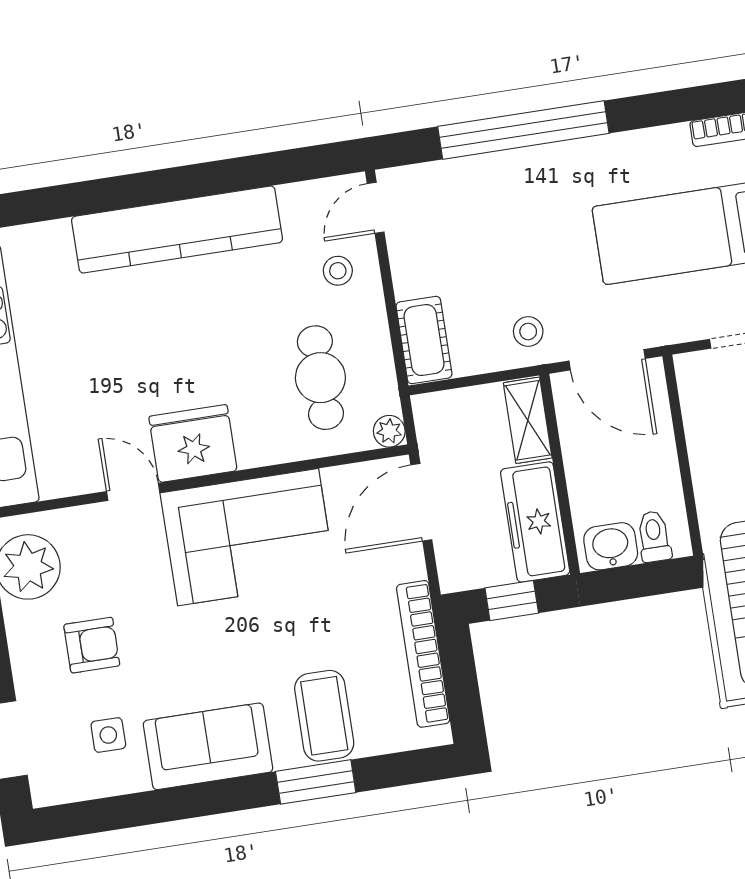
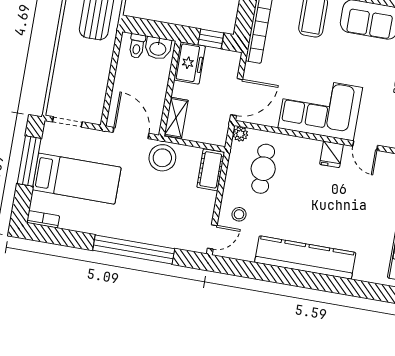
stool: (528, 332) -> (162, 158), width x1.89, depth x1.89
fridge: (193, 444) -> (331, 154), width x0.53, depth x0.75
freezer: (535, 522) -> (190, 63), width x0.71

